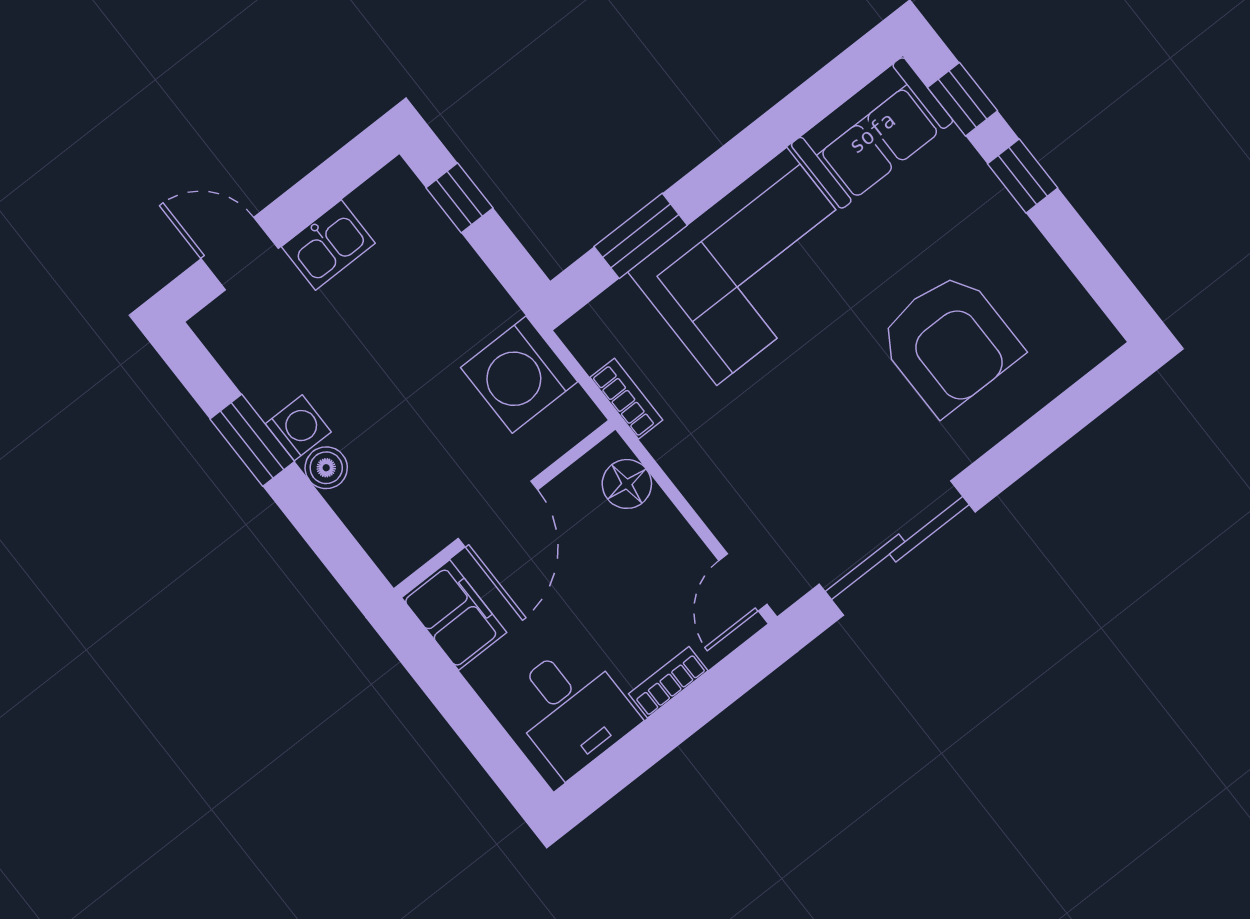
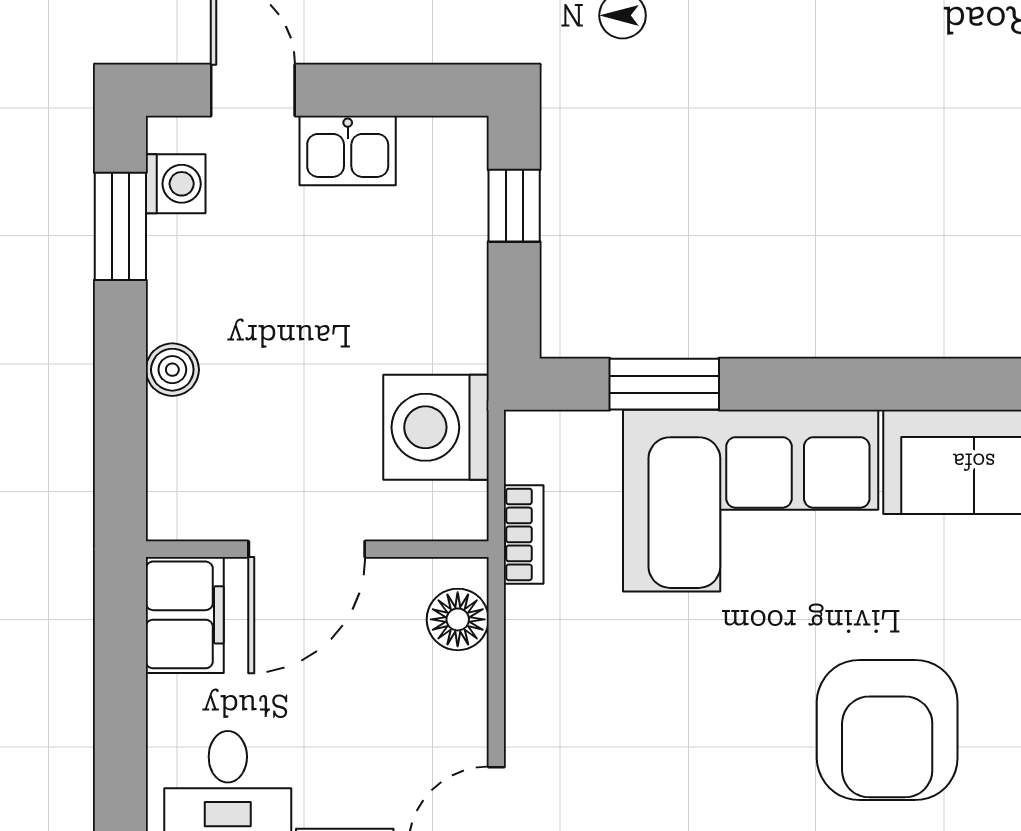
washing machine: (298, 428) -> (176, 184), moved
window: (252, 440) -> (120, 226), moved

